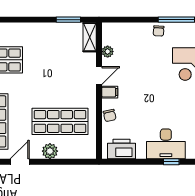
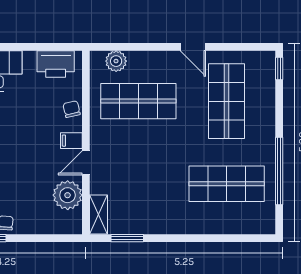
plant: (108, 52) -> (68, 195), width x1.87, depth x1.87
plant: (50, 151) -> (116, 61), moved
door: (20, 162) -> (193, 47), hinge flipped

